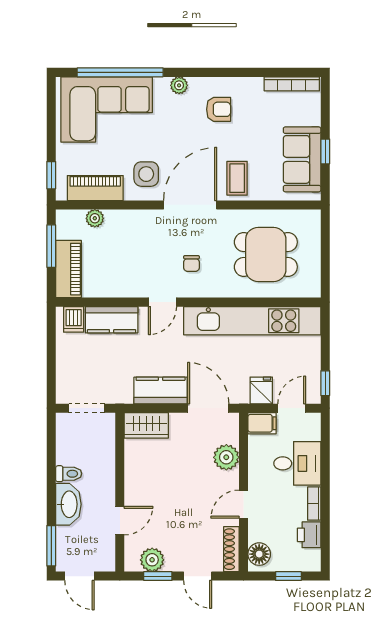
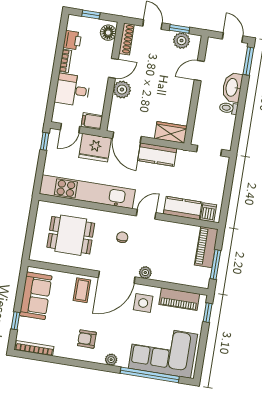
window: (325, 151) -> (16, 321), moved
plant: (95, 218) -> (145, 273), moved
fridge: (261, 390) -> (95, 148), width x1.88, depth x1.34
plant: (226, 457) -> (122, 90), moved

